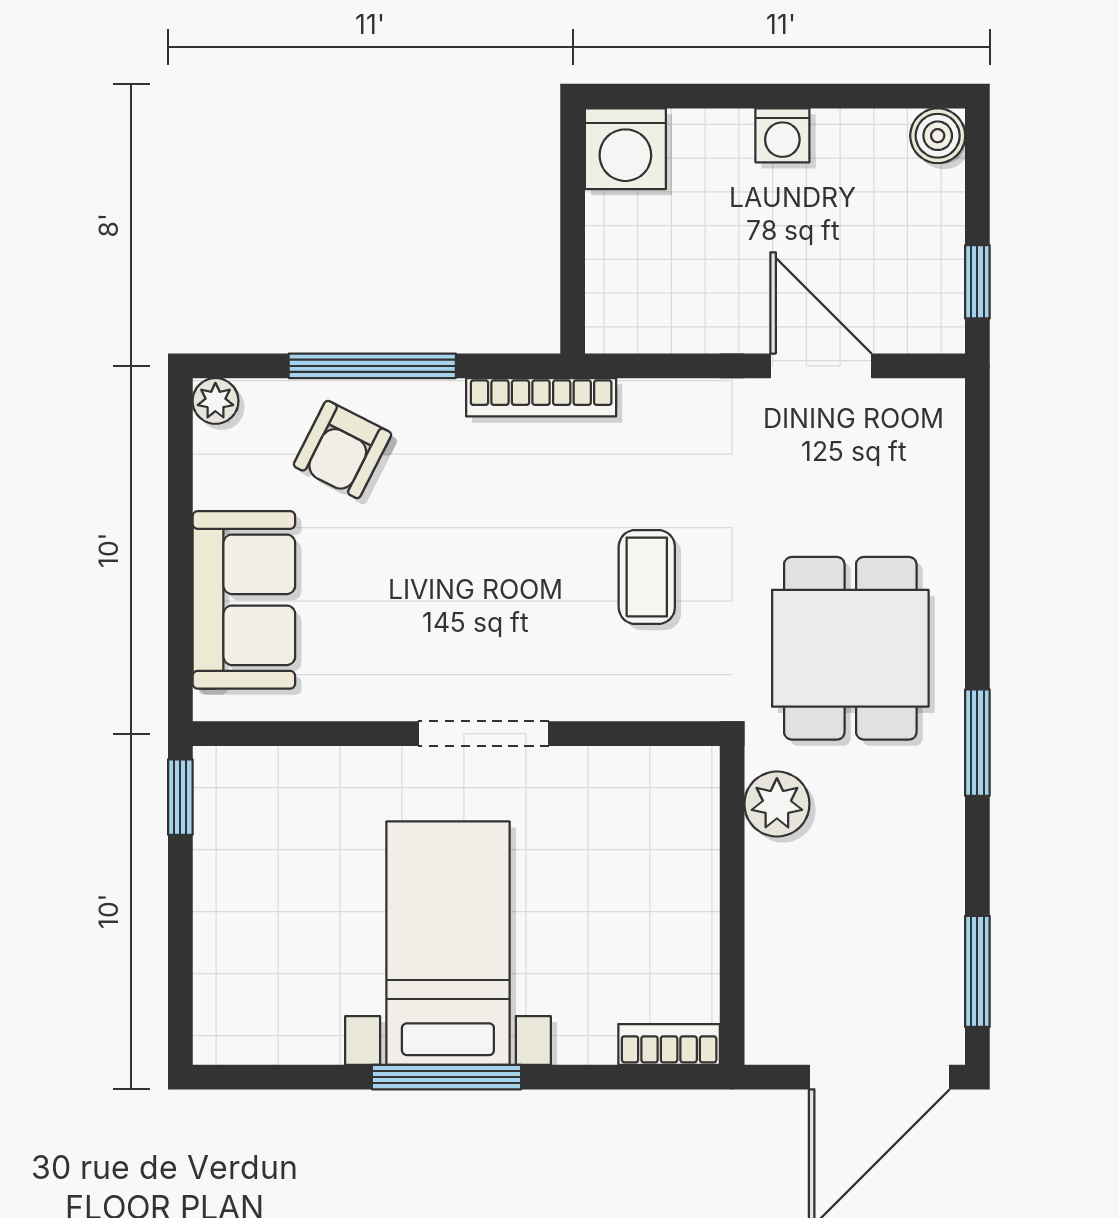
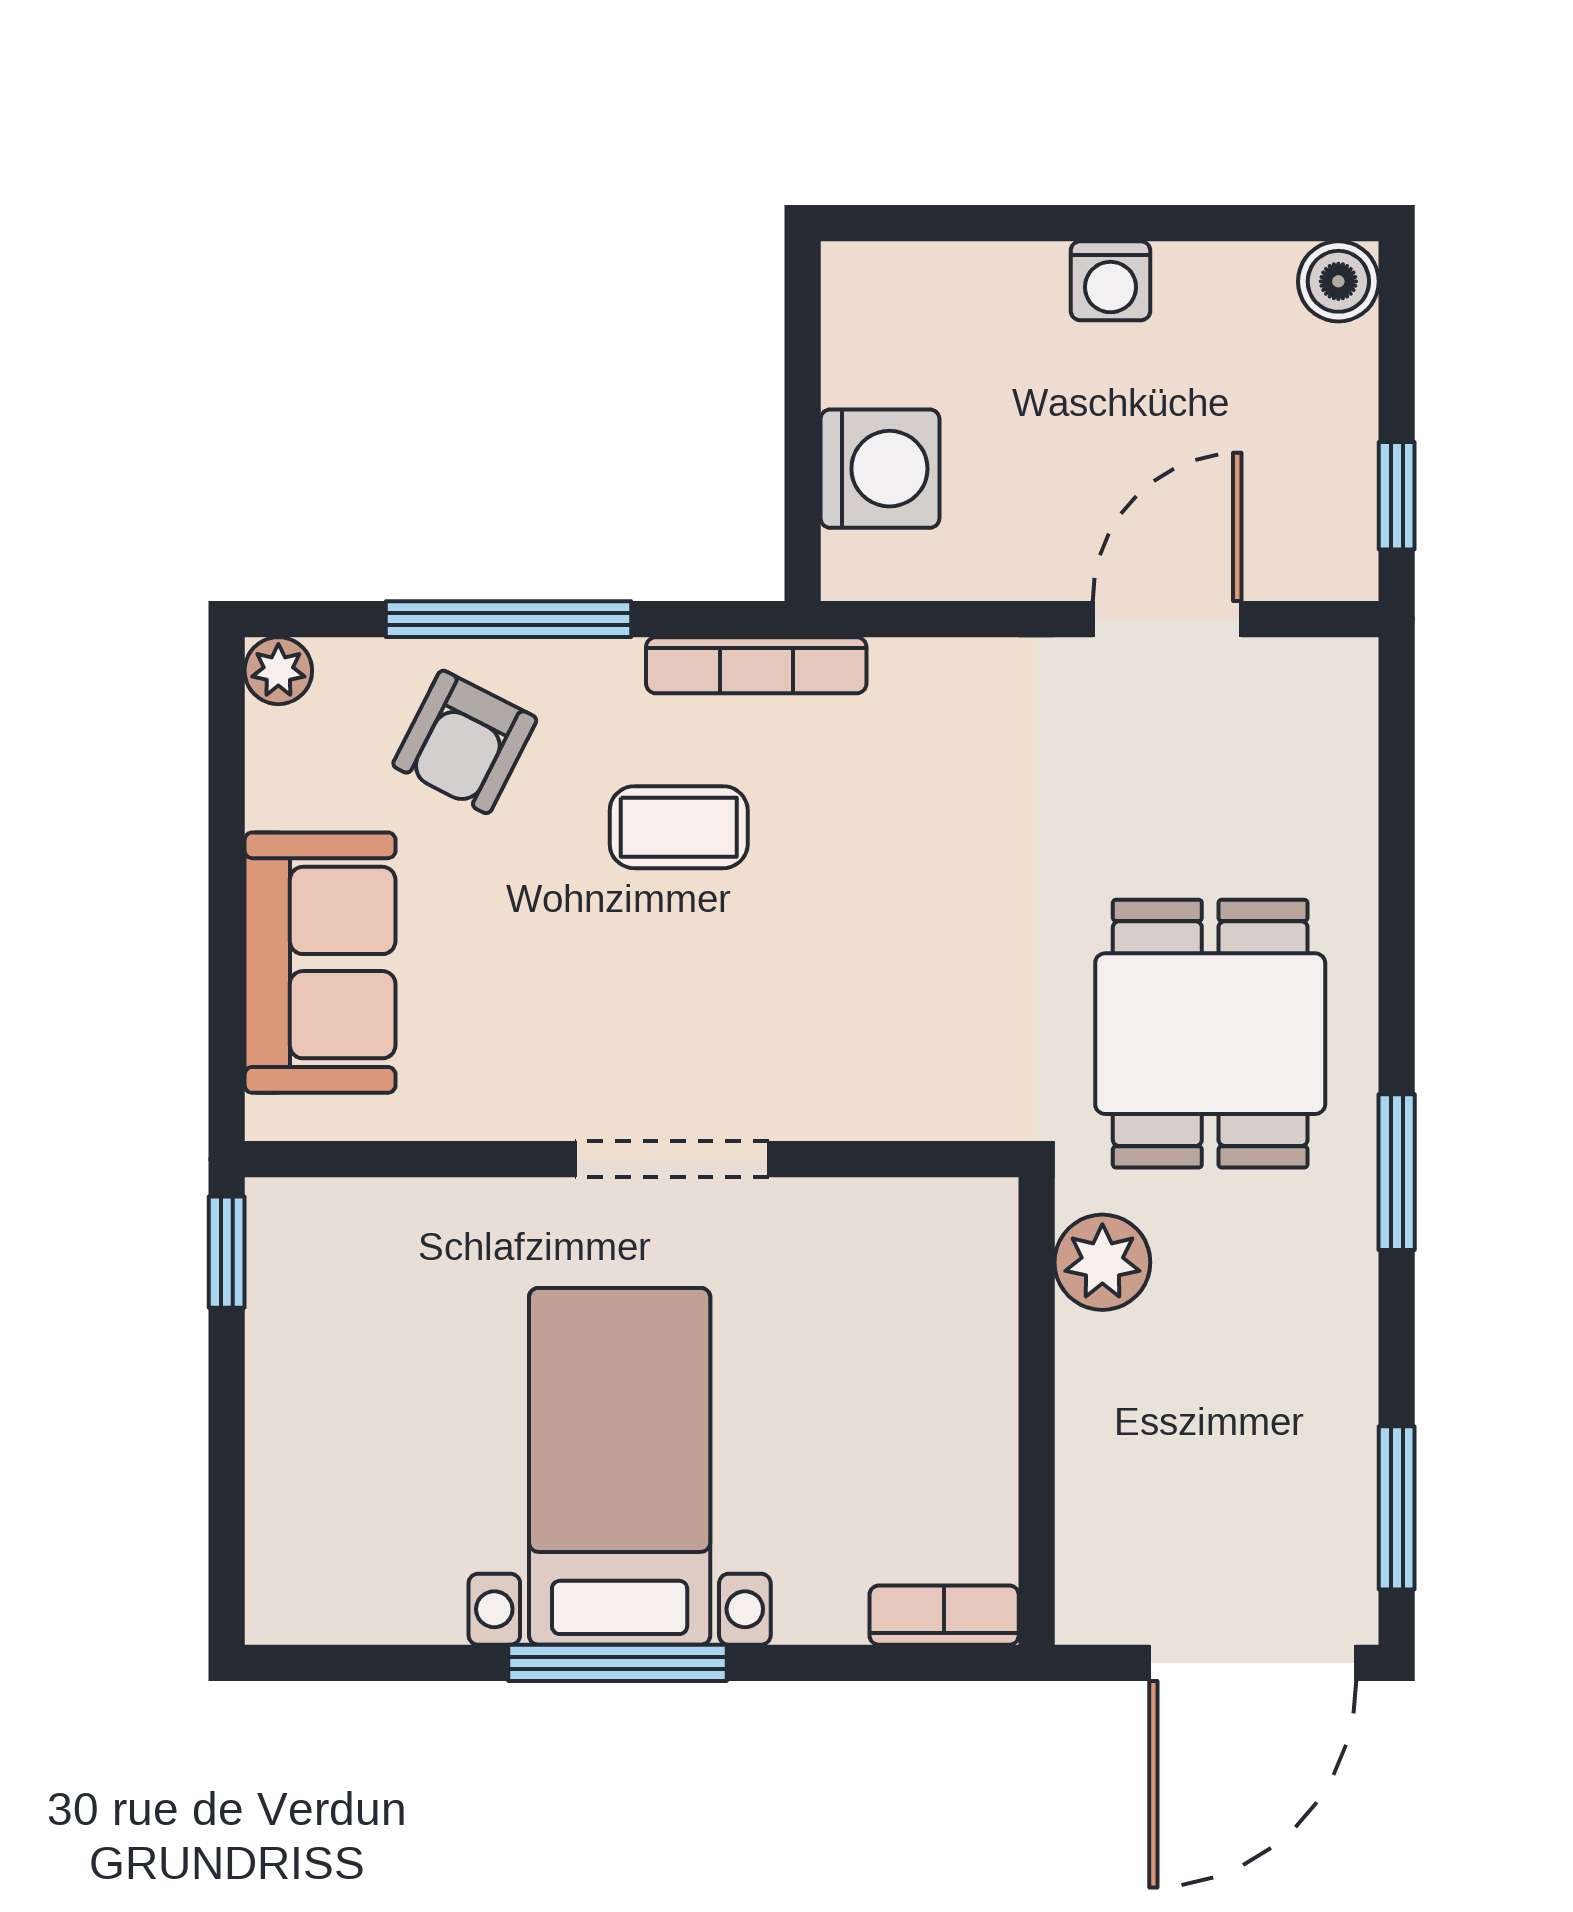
washing machine: (625, 149) -> (880, 469), moved, turned -90
door: (821, 366) -> (1167, 619), hinge flipped
coffee table: (647, 577) -> (679, 827), moved, turned 90

